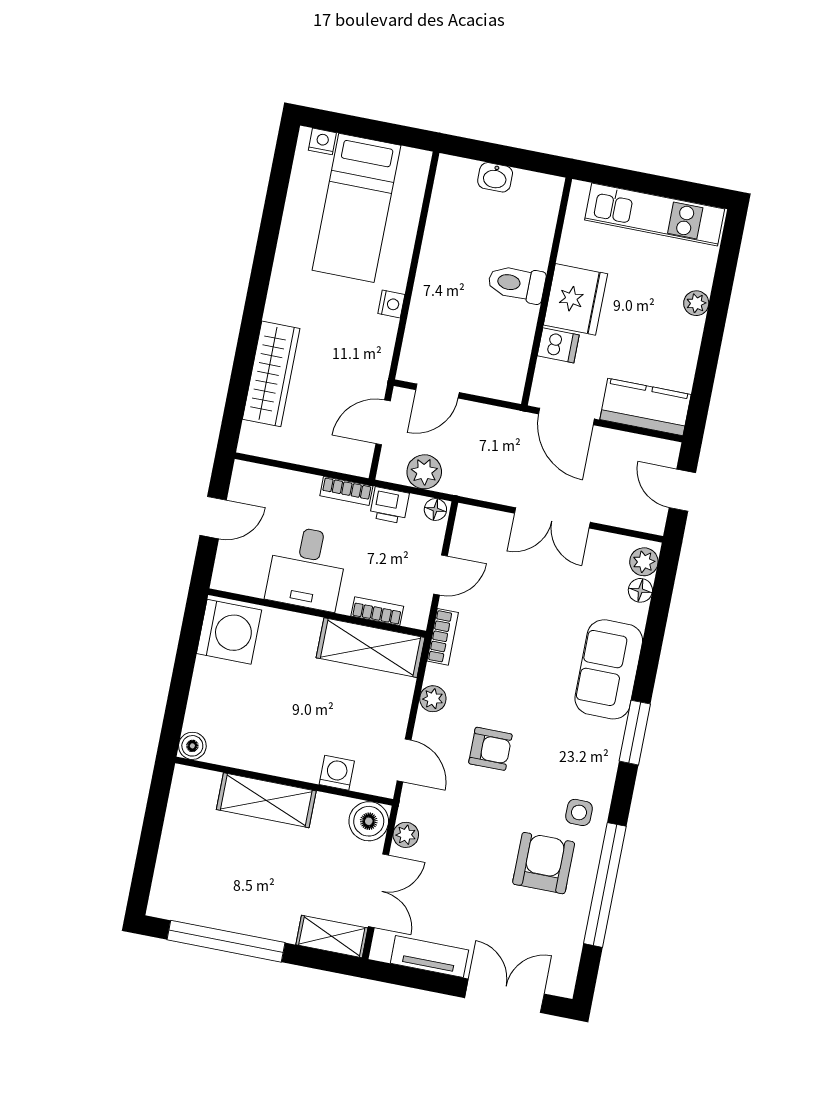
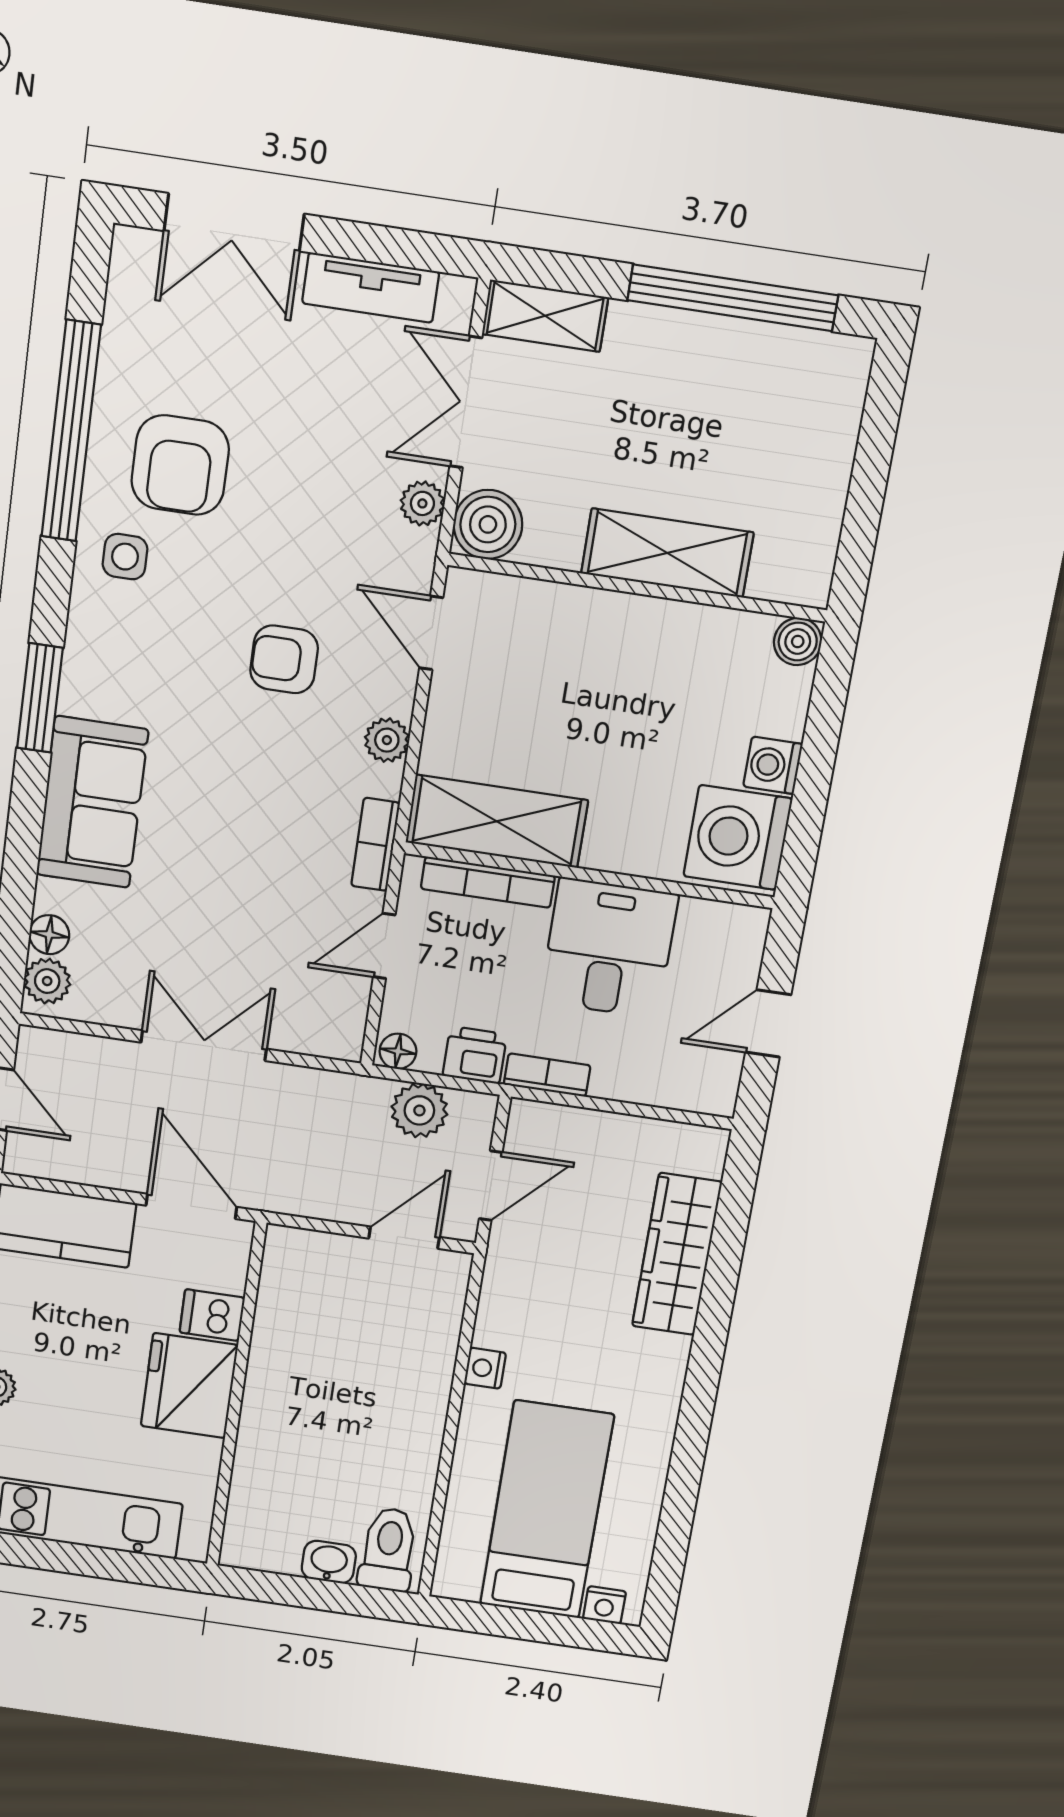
toilet: (516, 284) -> (388, 1549), moved, turned -90
bookcase: (377, 611) -> (488, 882), width x1.56
washing machine: (337, 773) -> (773, 765), moved, turned 90

